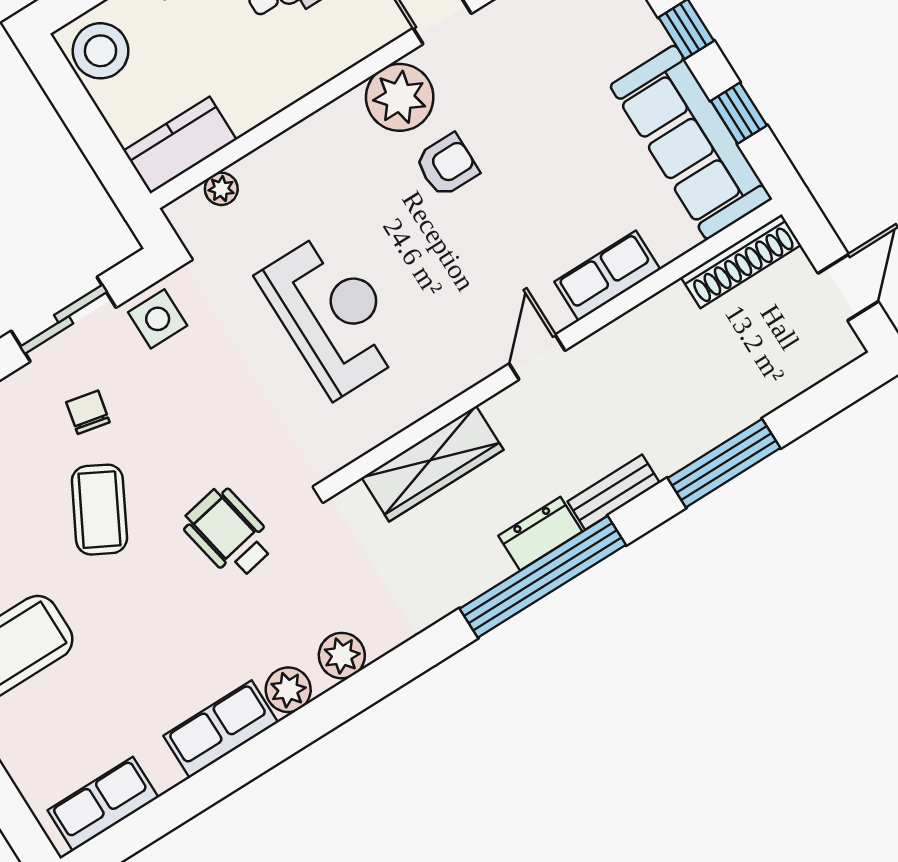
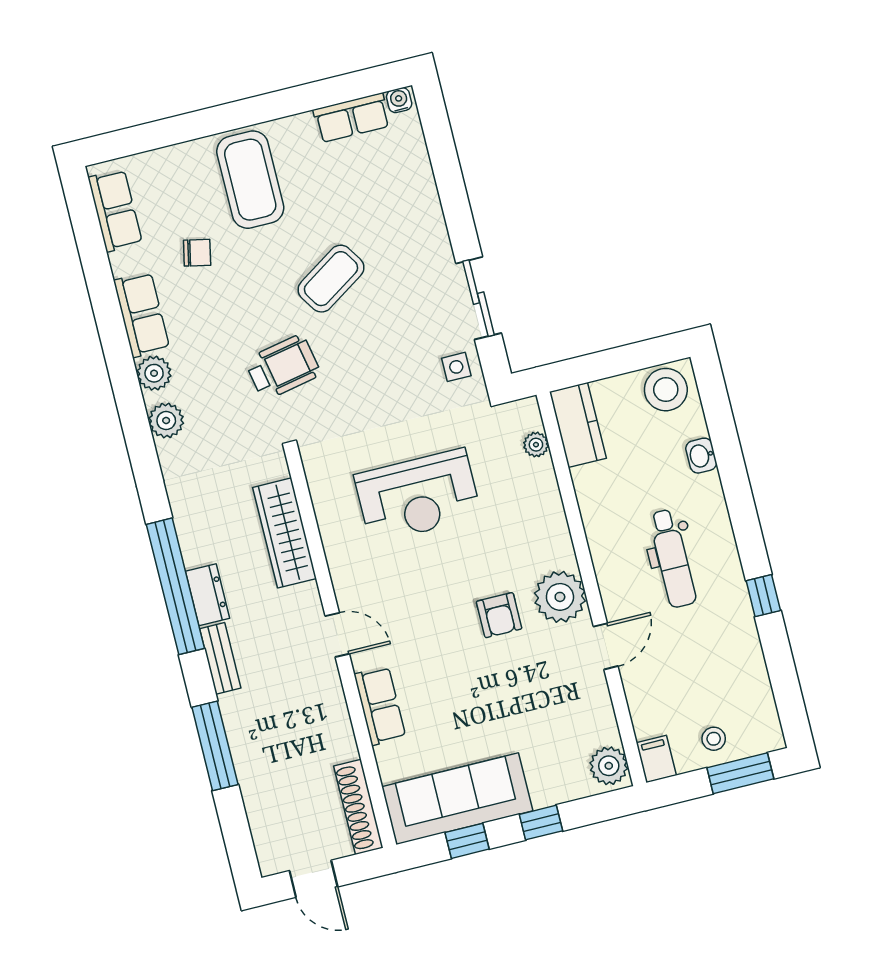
side table: (158, 319) -> (456, 367), width x0.73, depth x0.73
chair: (88, 412) -> (197, 253), moved
coffee table: (99, 510) -> (331, 279), turned -61

